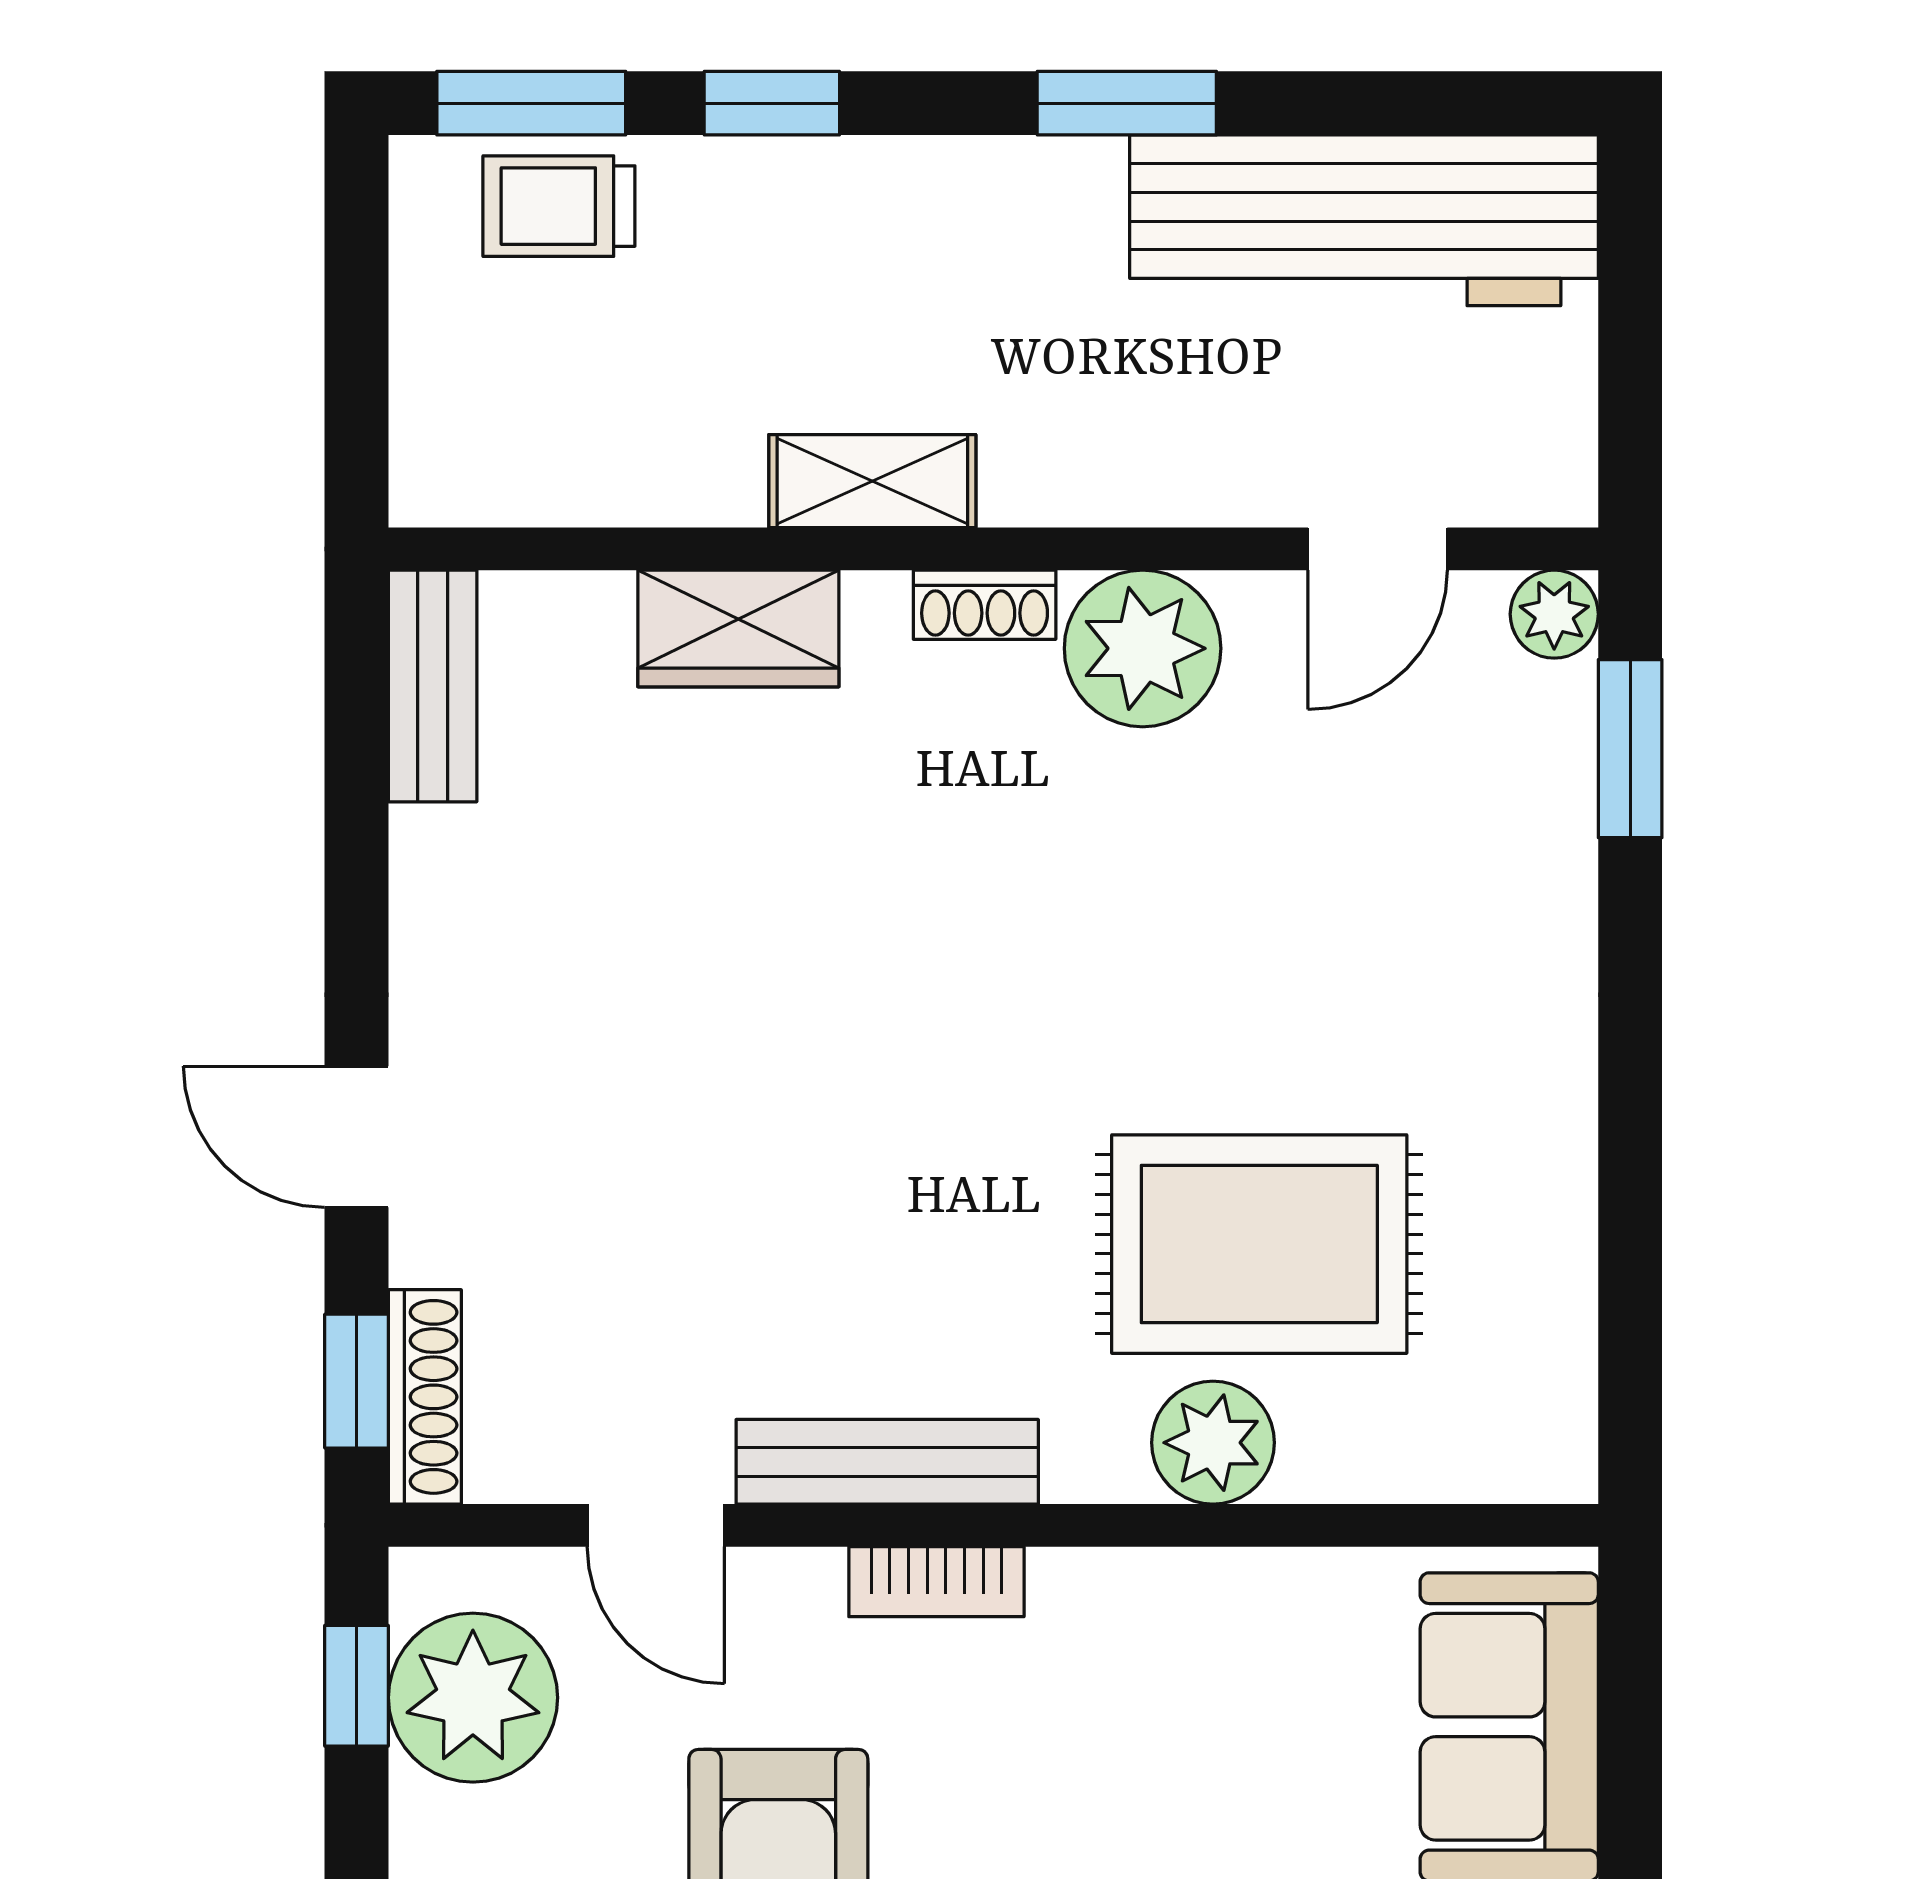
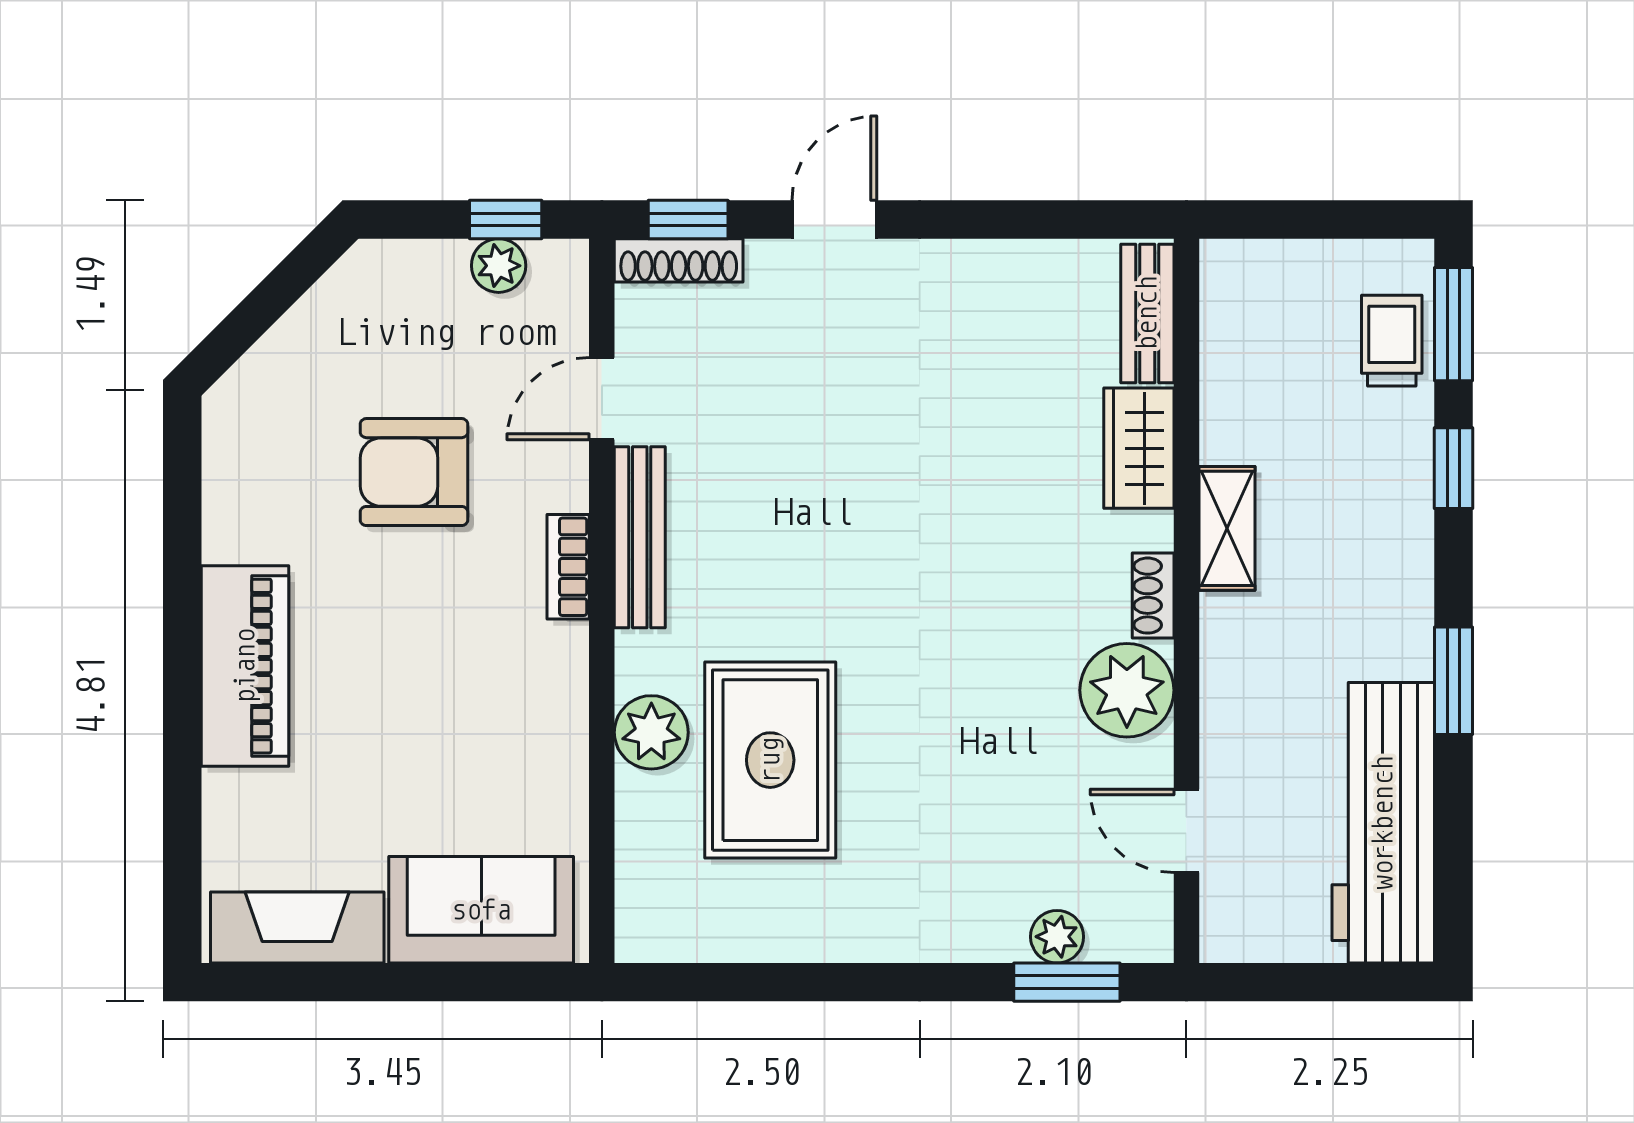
plant: (1554, 614) -> (1057, 937), moved
bench: (433, 686) -> (1147, 313), moved, turned 90
plant: (473, 1698) -> (499, 266), width x0.53, depth x0.53

